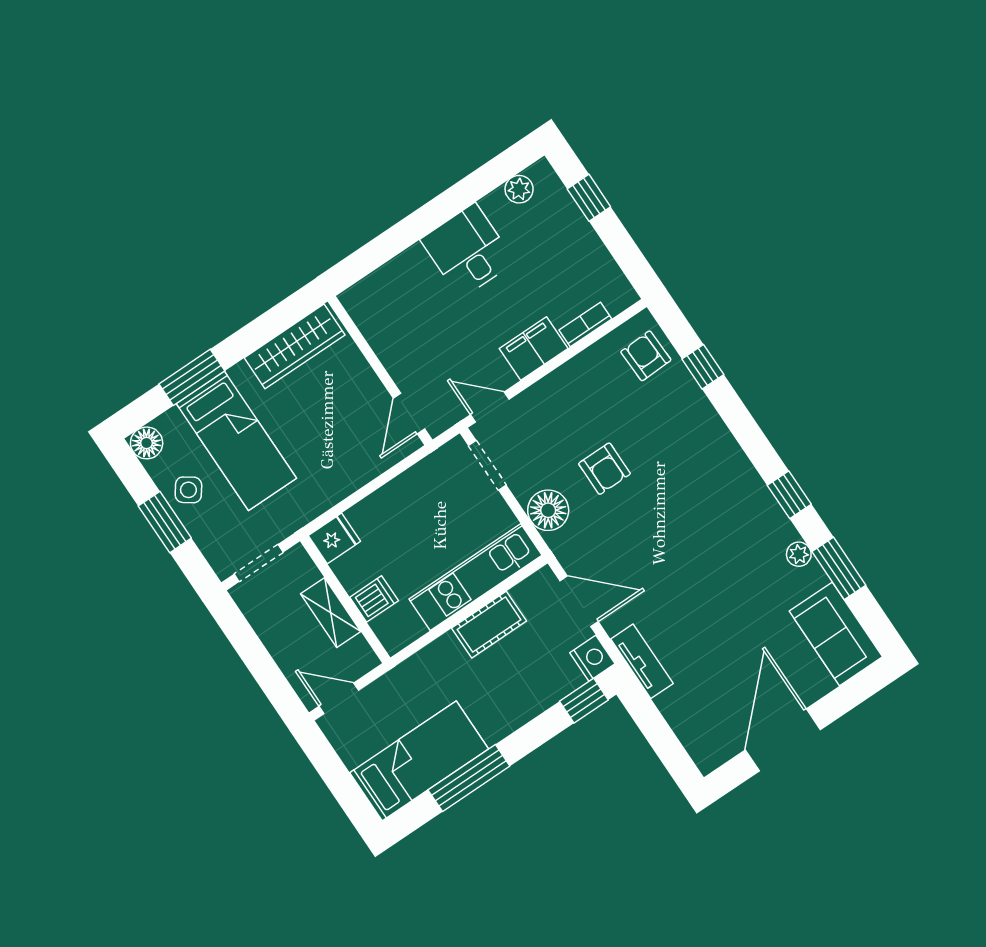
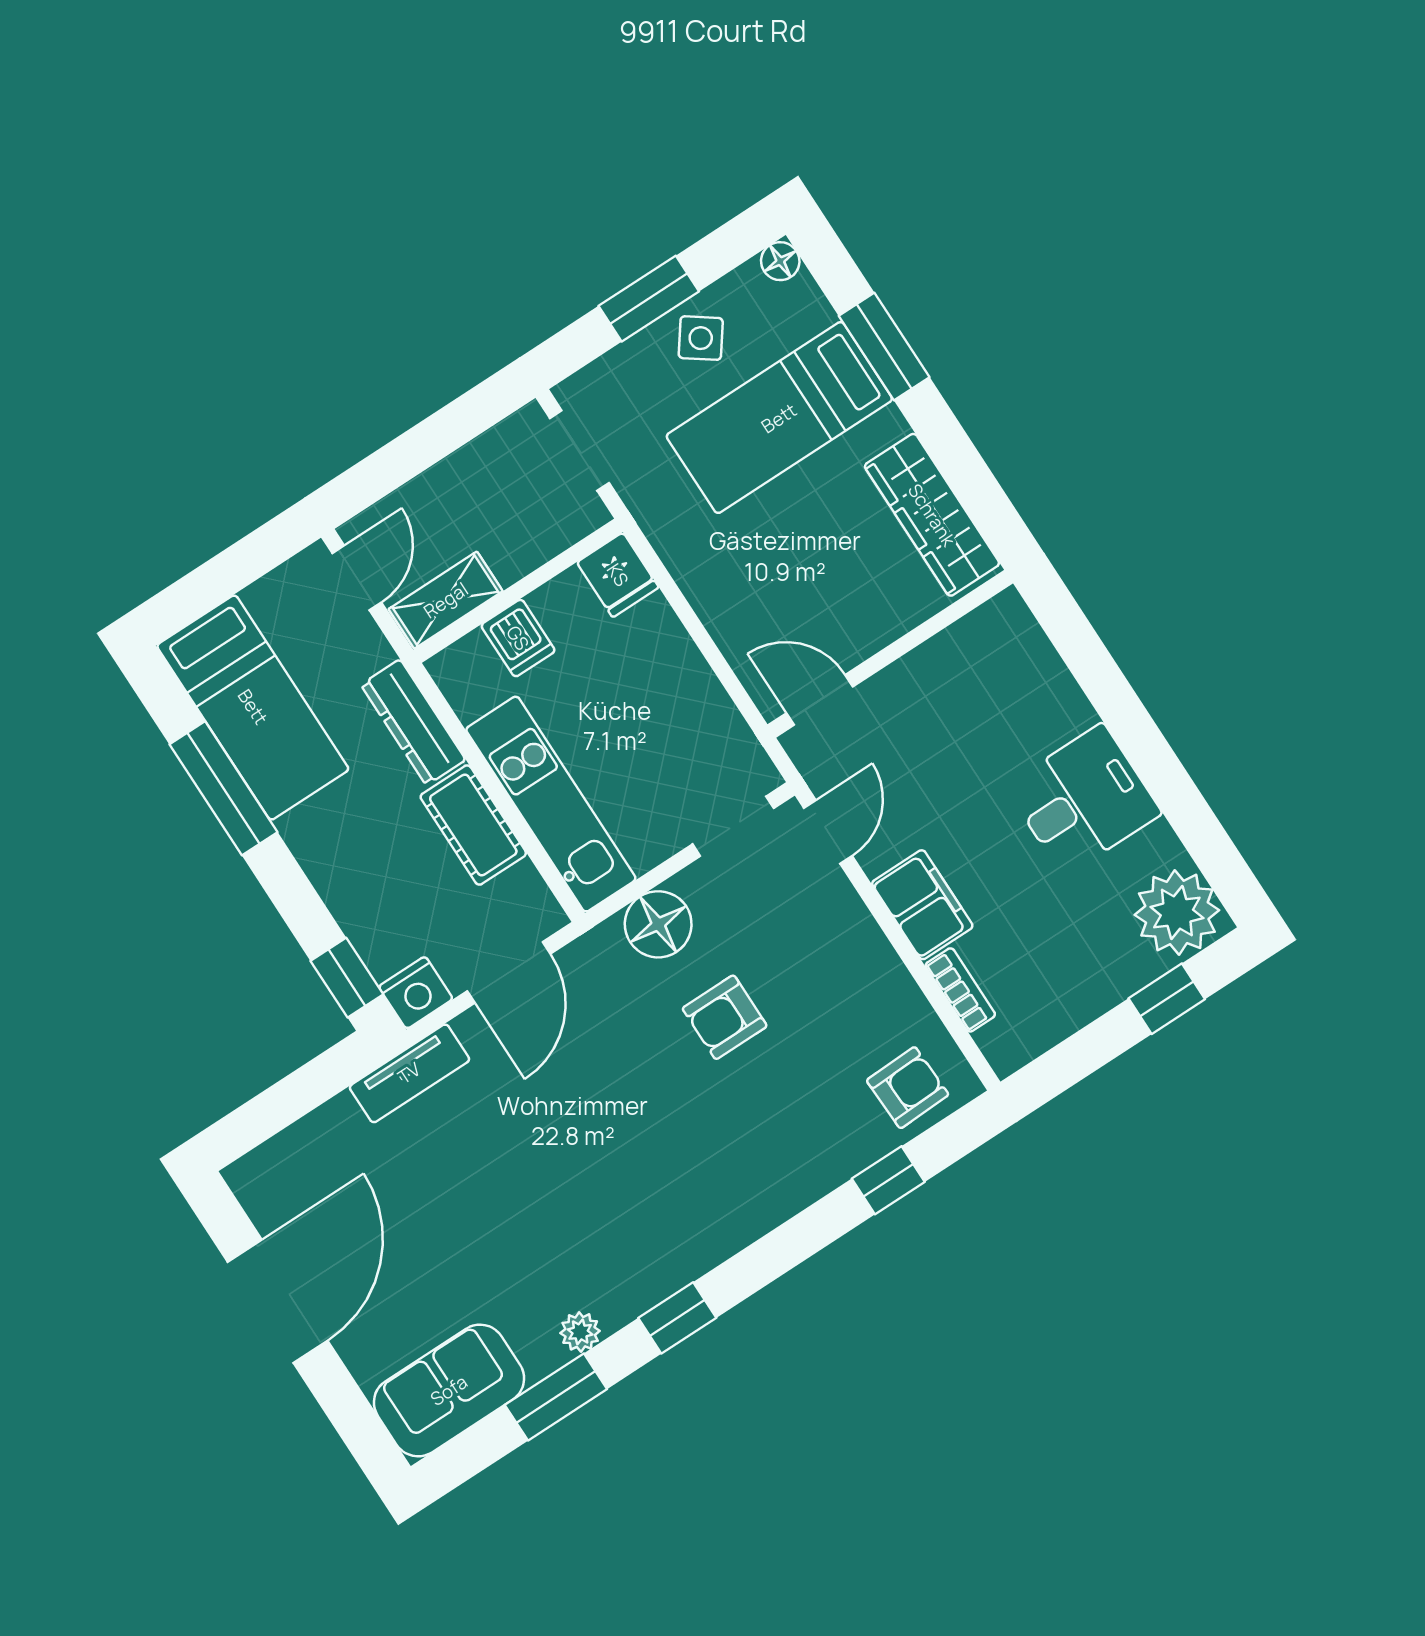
plant: (519, 189) -> (1177, 913), width x1.87, depth x1.87
floor lamp: (147, 443) -> (780, 261), width x0.73, depth x0.73
shelving: (331, 613) -> (446, 600), moved
dresser: (427, 662) -> (413, 722), added
door: (783, 740) -> (278, 1301), hinge flipped

